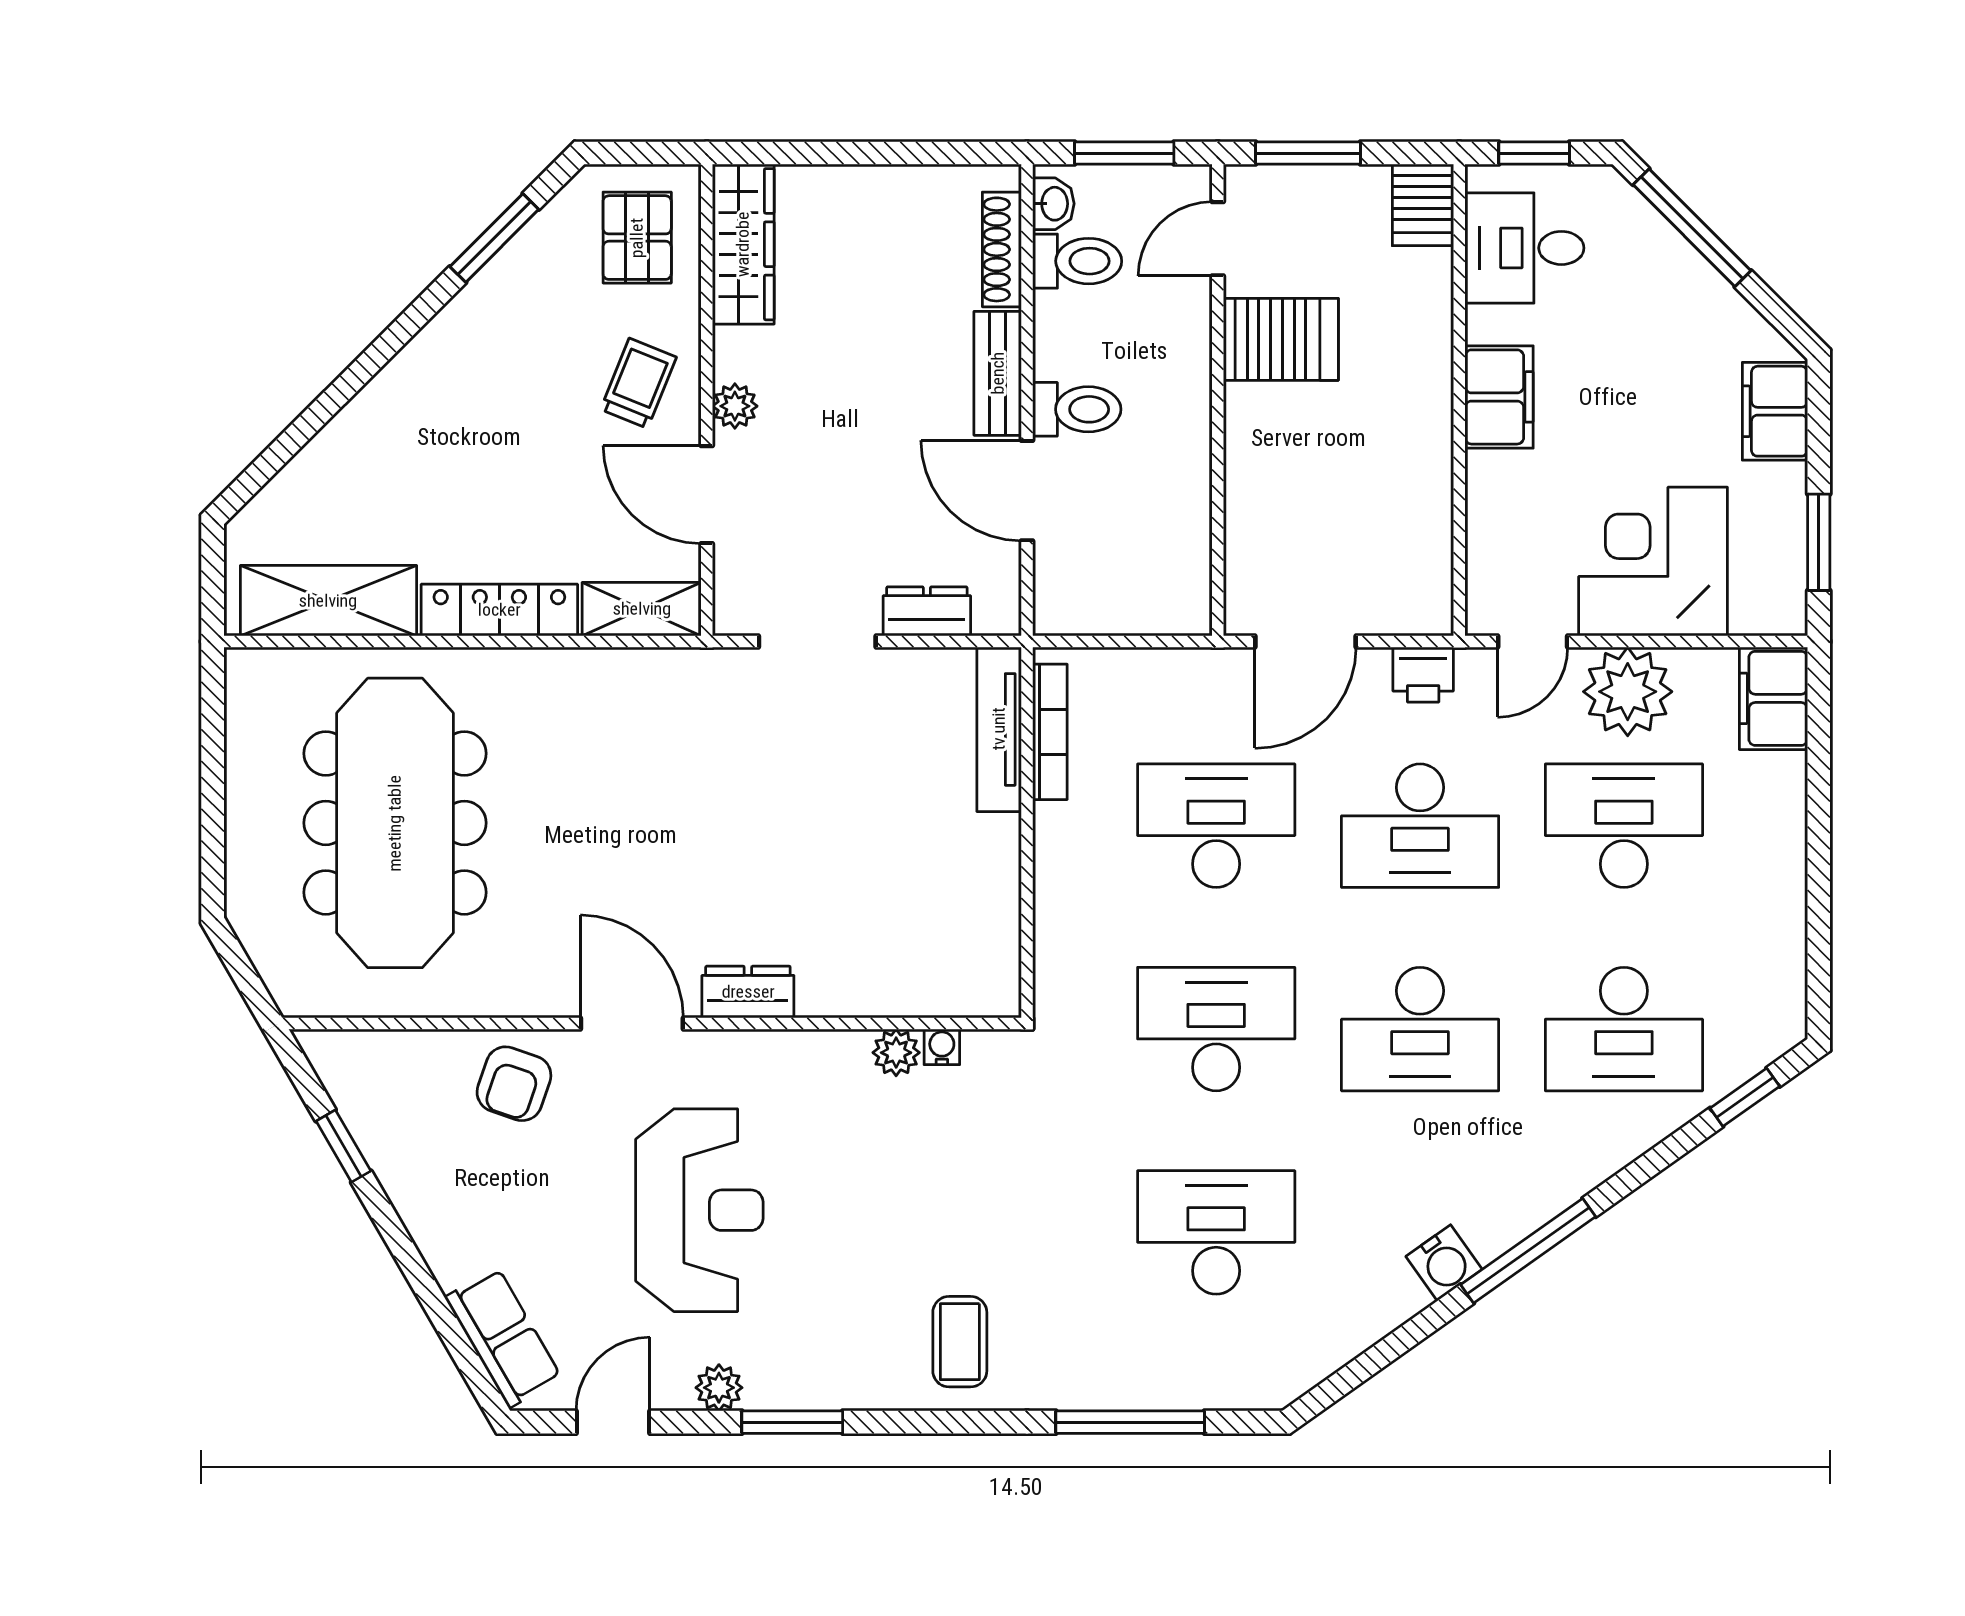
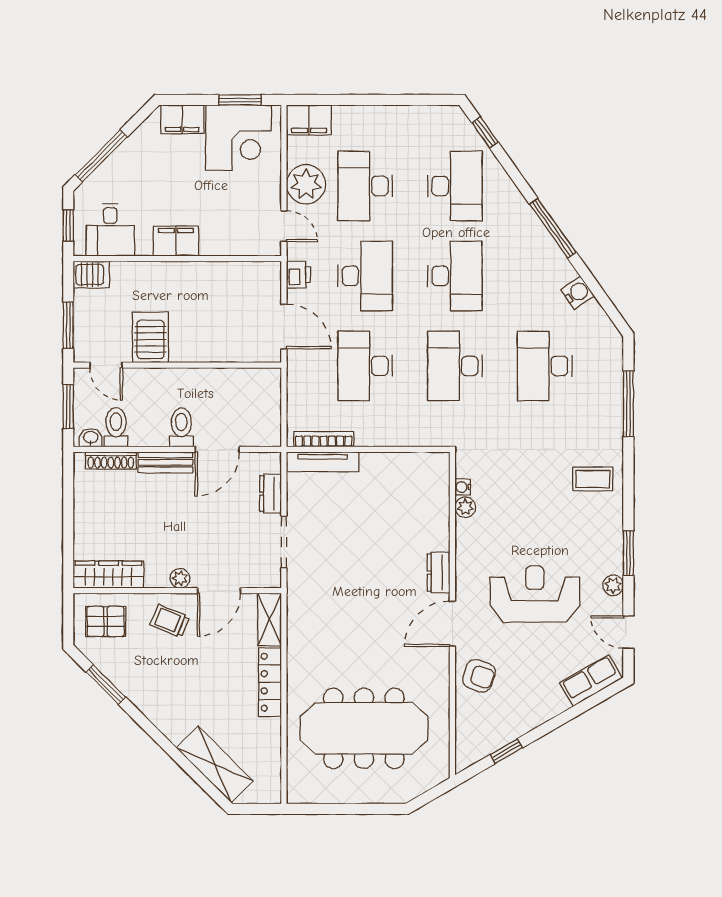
corner desk: (1653, 562) -> (239, 138), moved, turned -90
shelving: (328, 601) -> (215, 764), moved, turned -45
water cooler: (1444, 1263) -> (577, 293), moved

